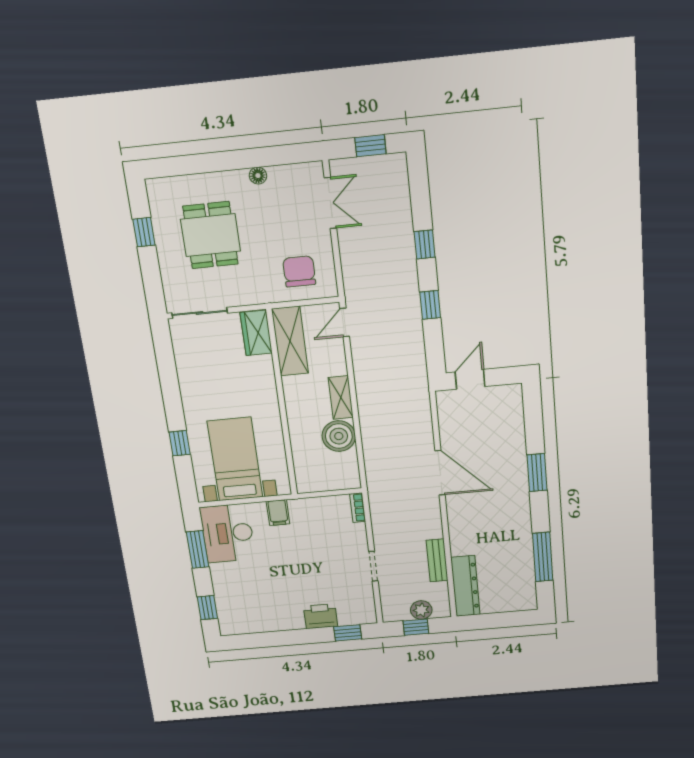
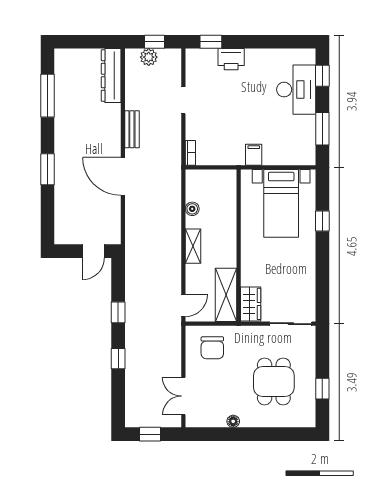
boiler: (339, 436) -> (192, 209), width x0.54, depth x0.54
desk: (228, 533) -> (296, 90), moved
bench: (437, 560) -> (132, 129), moved

